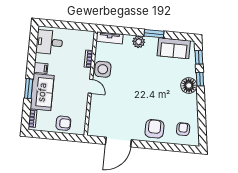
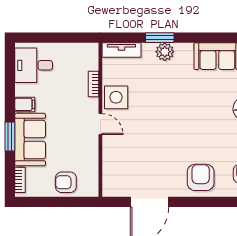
window: (154, 34) -> (160, 38), moved
armchair: (63, 123) -> (66, 182), turned 180

